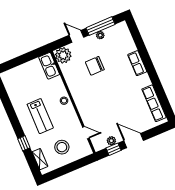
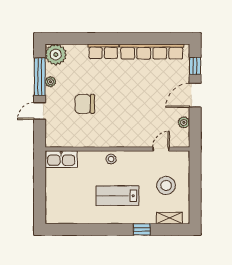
plant: (63, 55) -> (56, 55), moved
chair: (95, 66) -> (85, 104), turned 90
row of seats: (154, 103) -> (152, 52), width x1.36
lab bench: (40, 116) -> (117, 196), turned 180
window: (114, 149) -> (195, 66), moved

